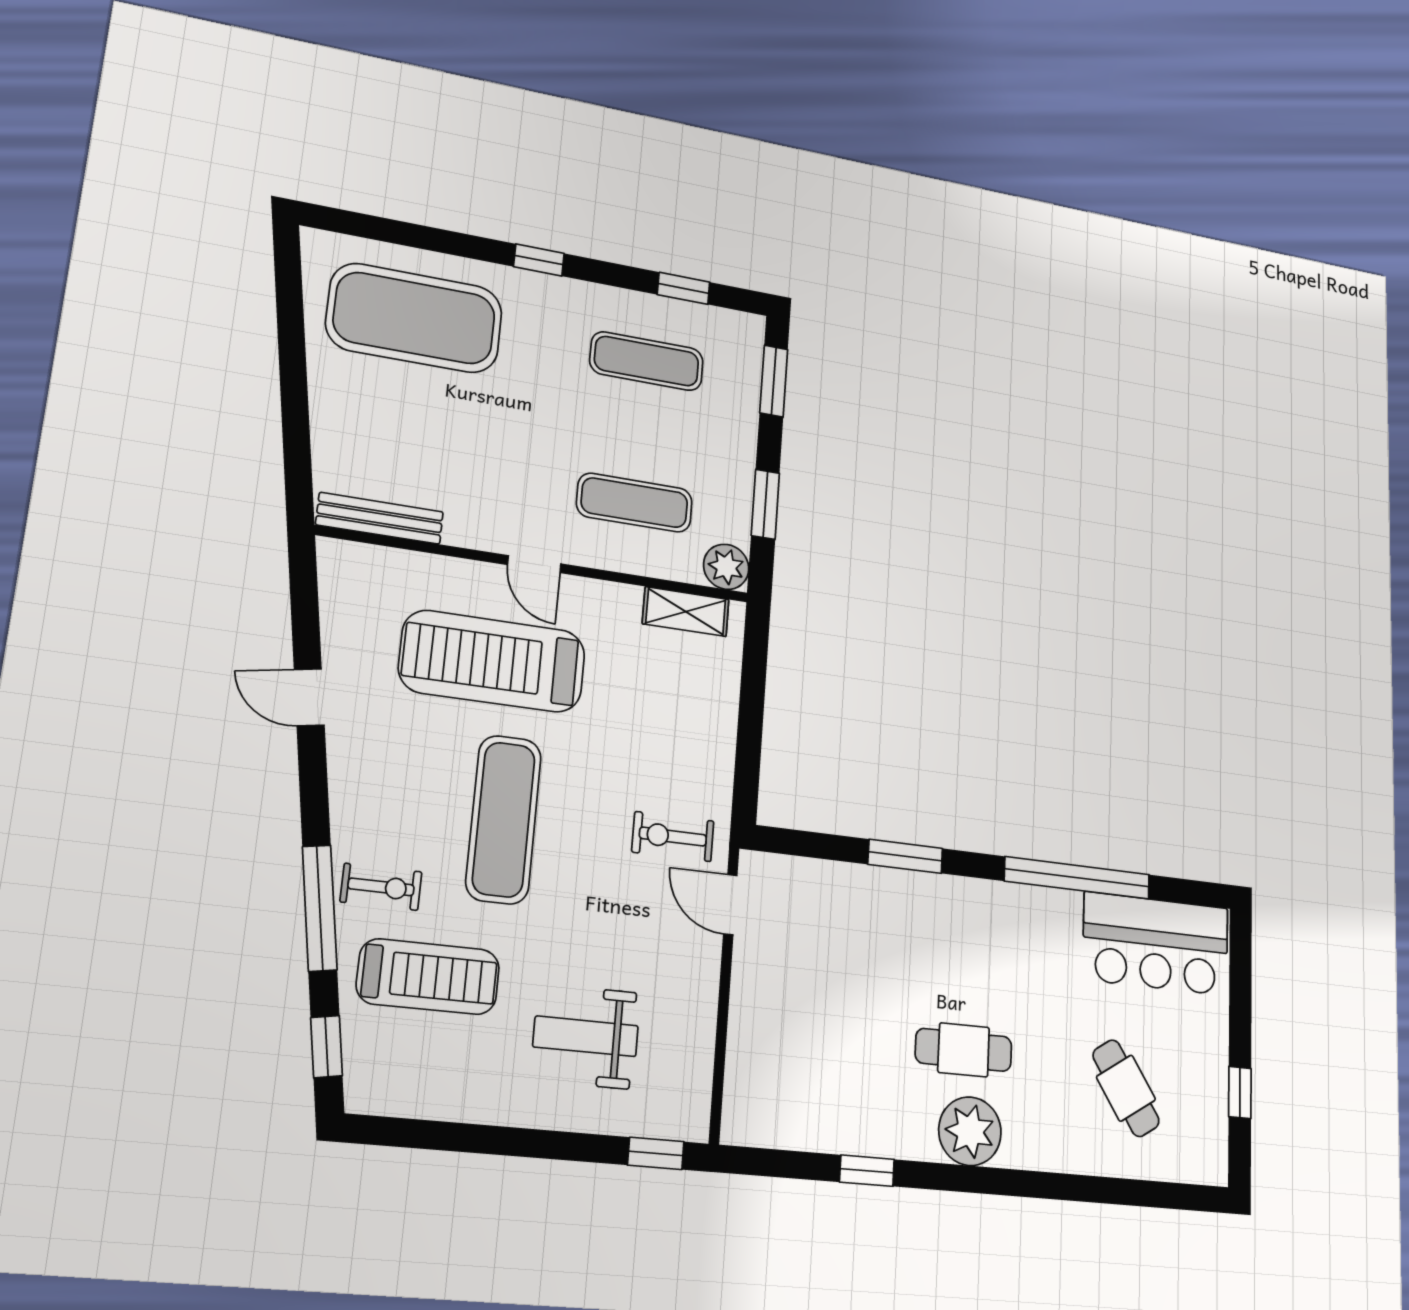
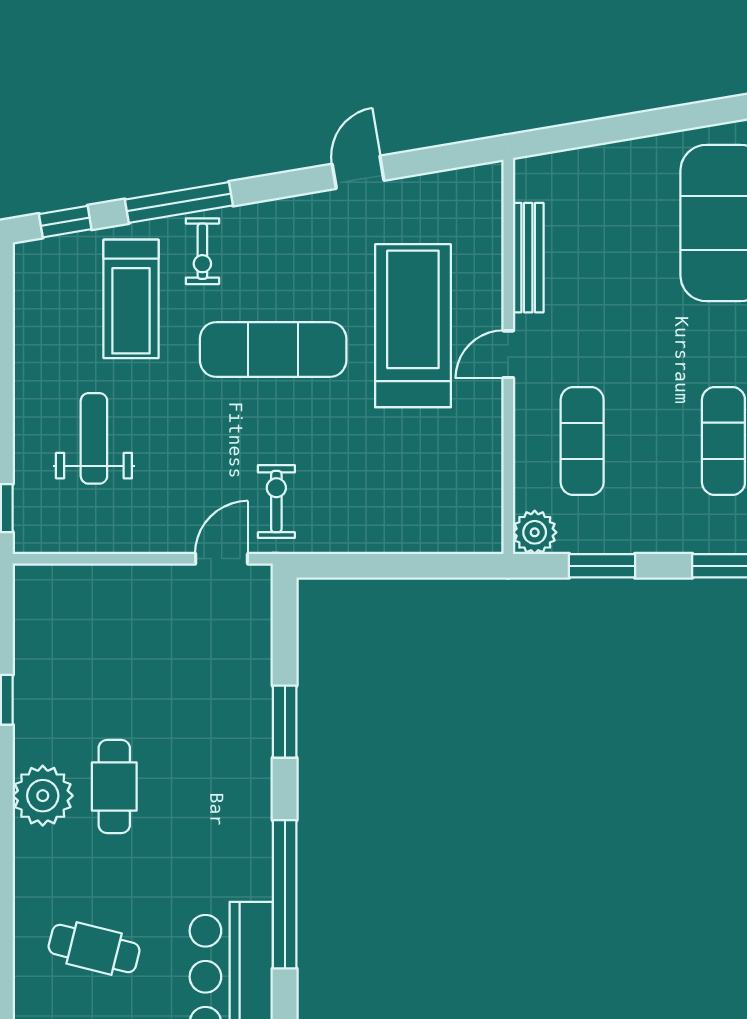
bench: (380, 518) -> (528, 258), moved
shelving: (686, 612) -> (486, 497), removed
cafe table: (1126, 1088) -> (94, 949), turned 47

